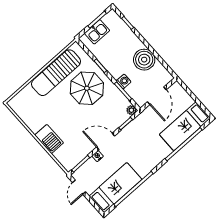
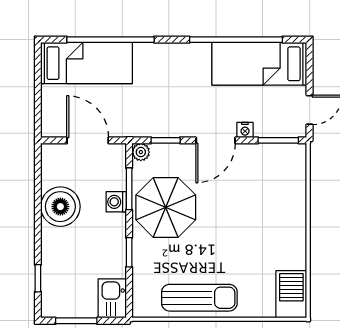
kitchen sink: (97, 32) -> (112, 298), moved, turned -90
sun lounger: (56, 73) -> (199, 298), width x0.73, depth x0.75
parasol: (87, 88) -> (166, 207), moved
door: (157, 96) -> (88, 140), hinge flipped
barbecue: (49, 139) -> (291, 294), moved
door: (106, 141) -> (216, 140), hinge flipped

